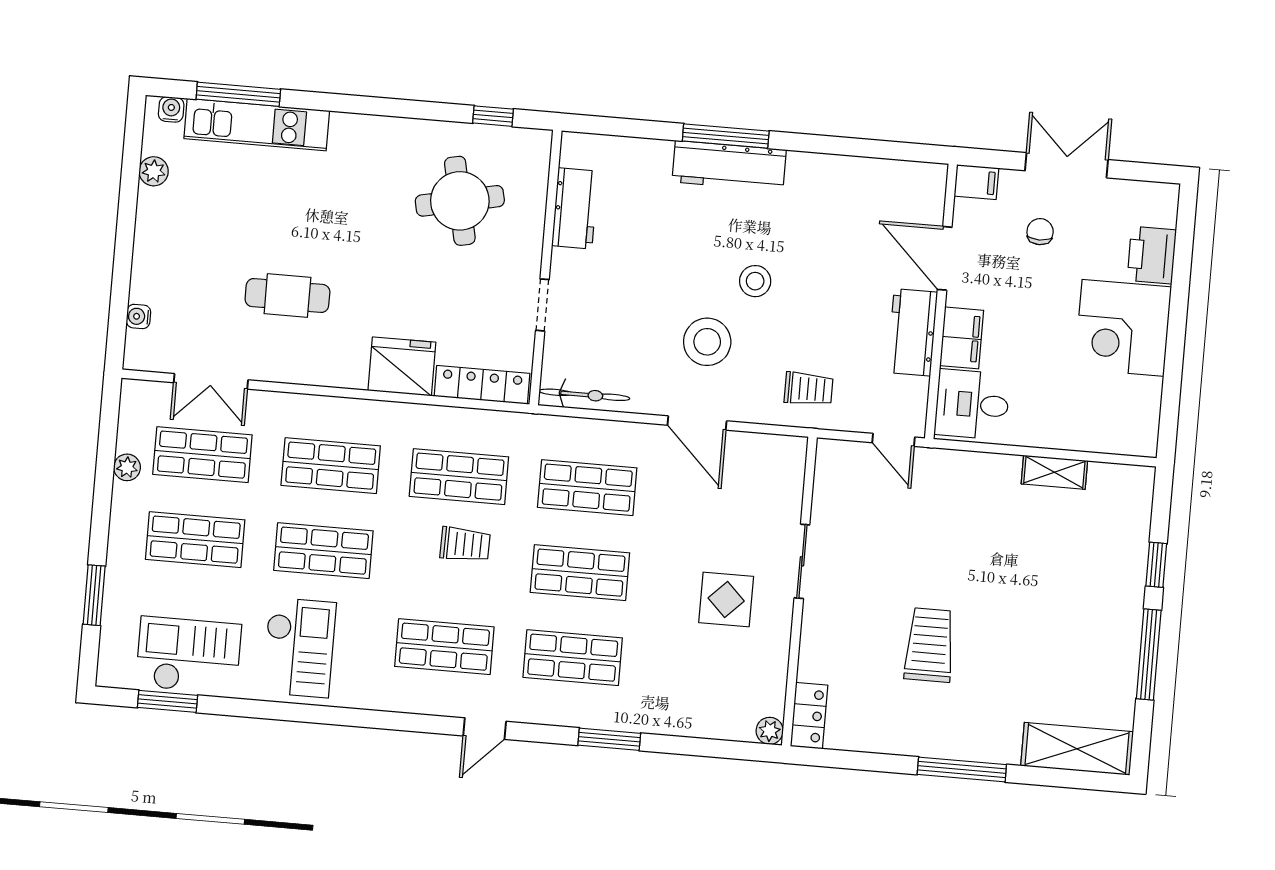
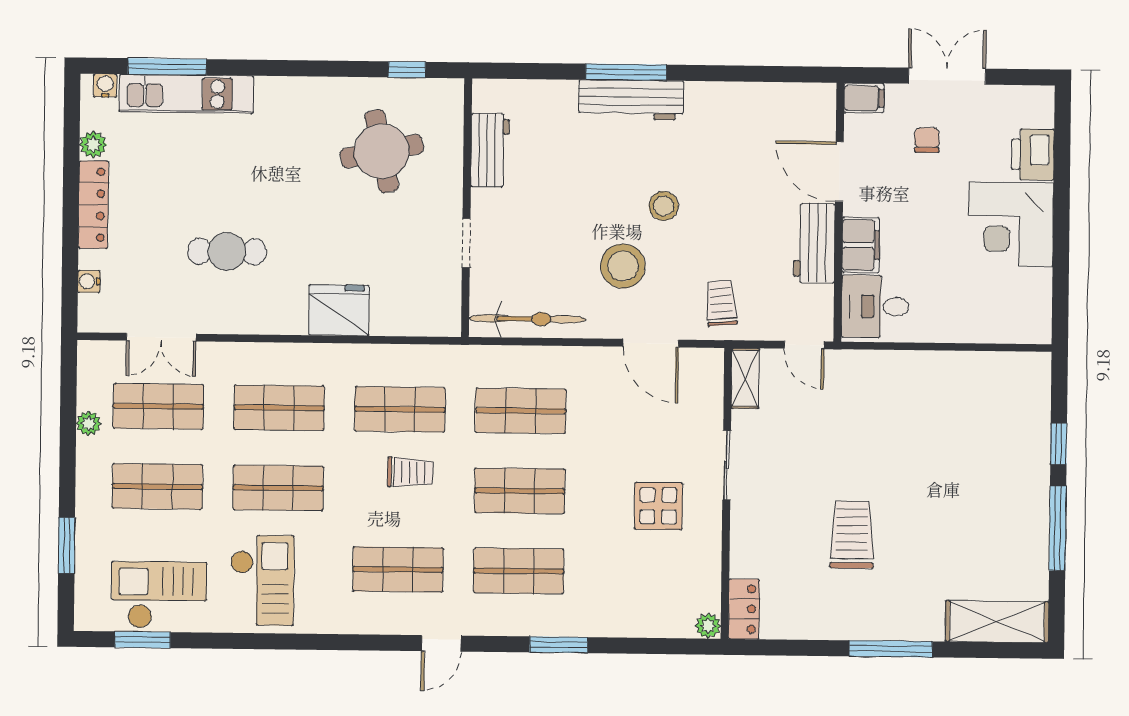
locker: (482, 385) -> (93, 205), moved, turned 90
trolley: (809, 389) -> (721, 303), turned -95
bicycle: (584, 395) -> (527, 319), width x1.37, depth x1.40
door: (697, 423) -> (651, 343), moved
shelving: (1054, 472) -> (745, 378), moved, turned 90

